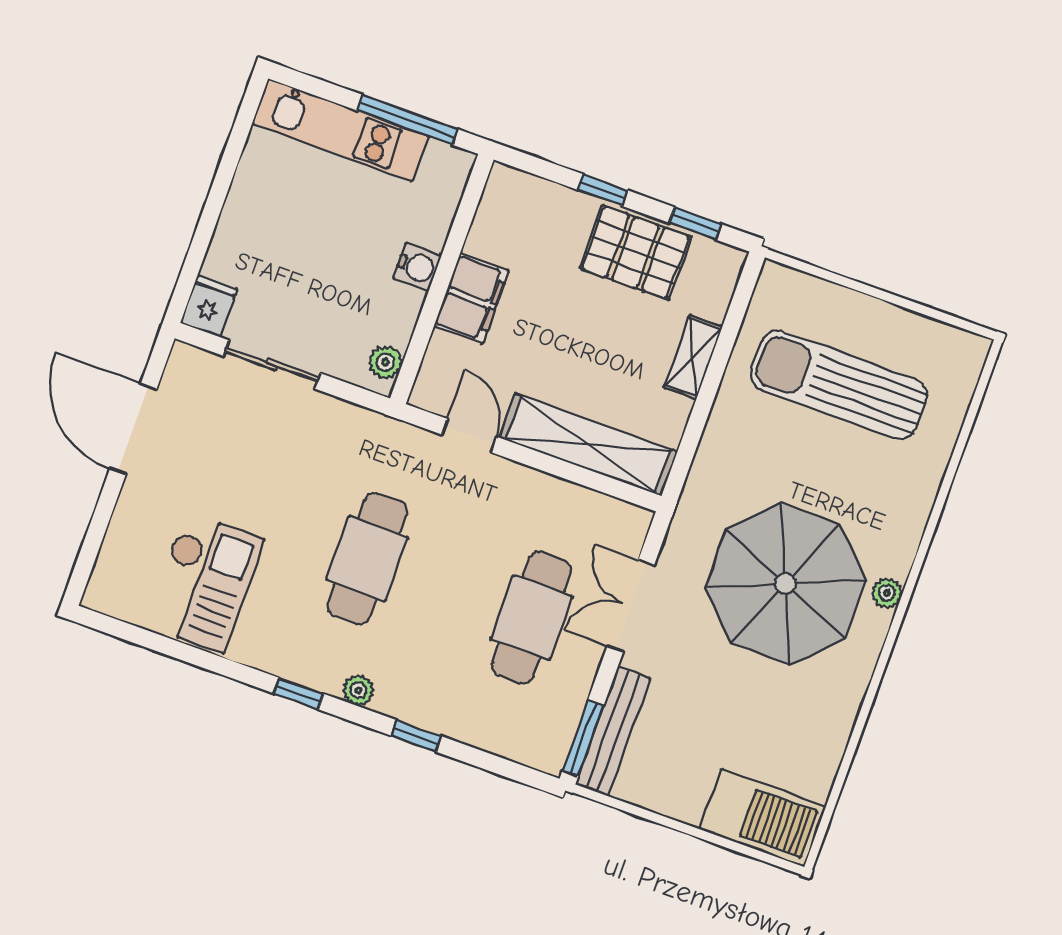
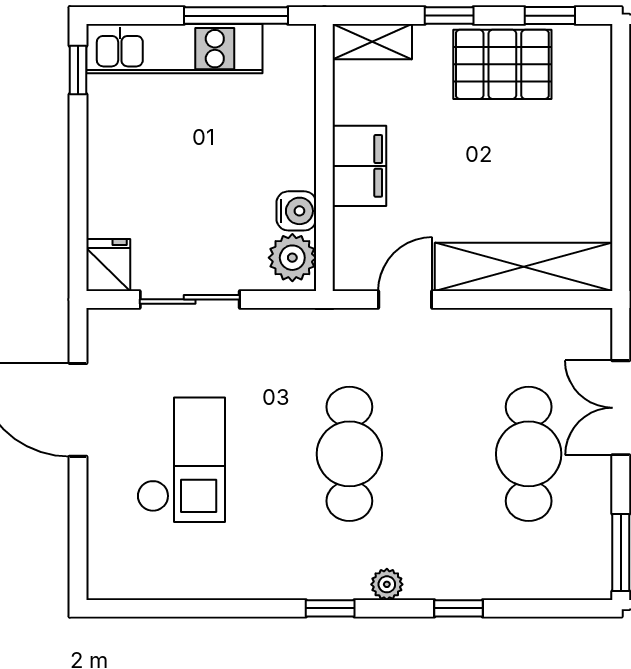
window: (245, 118) -> (78, 70), added
water cooler: (417, 267) -> (296, 211), moved
shelving: (693, 357) -> (372, 42), moved, turned 90
plant: (385, 362) -> (292, 258), width x1.38, depth x1.38
door: (469, 436) -> (405, 299), hinge flipped
checkout: (204, 582) -> (181, 460), moved

